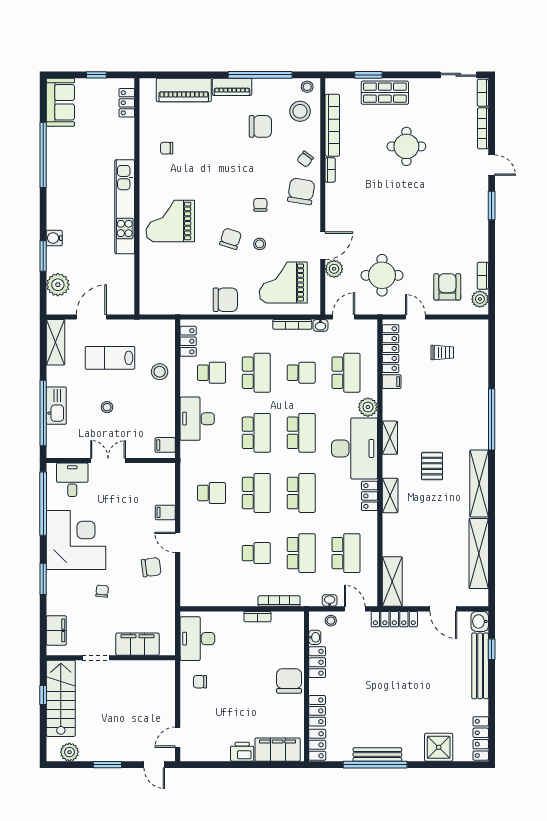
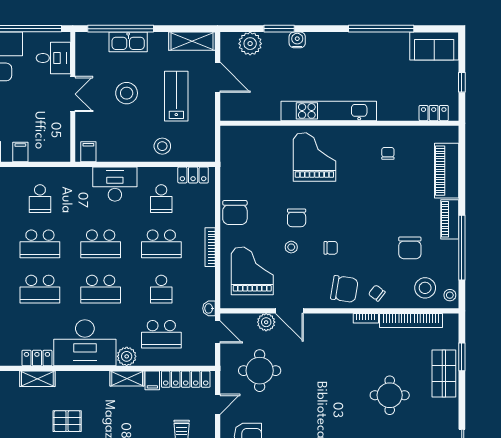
chair: (231, 239) -> (297, 218), turned 72
bookcase: (292, 324) -> (210, 247), moved
stool: (107, 407) -> (127, 93), width x1.89, depth x1.89
shelving: (390, 438) -> (127, 378), moved

